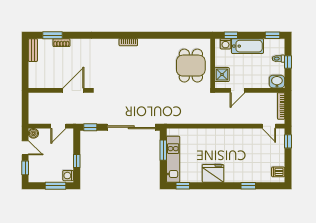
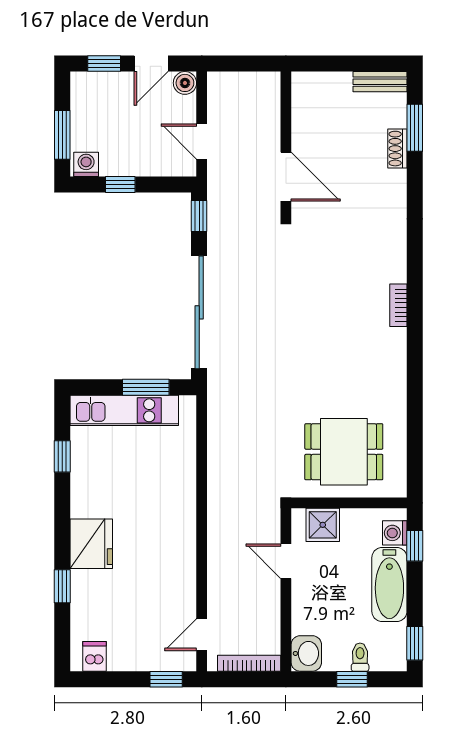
fridge: (213, 173) -> (91, 544), moved
window: (183, 186) -> (62, 456), moved

